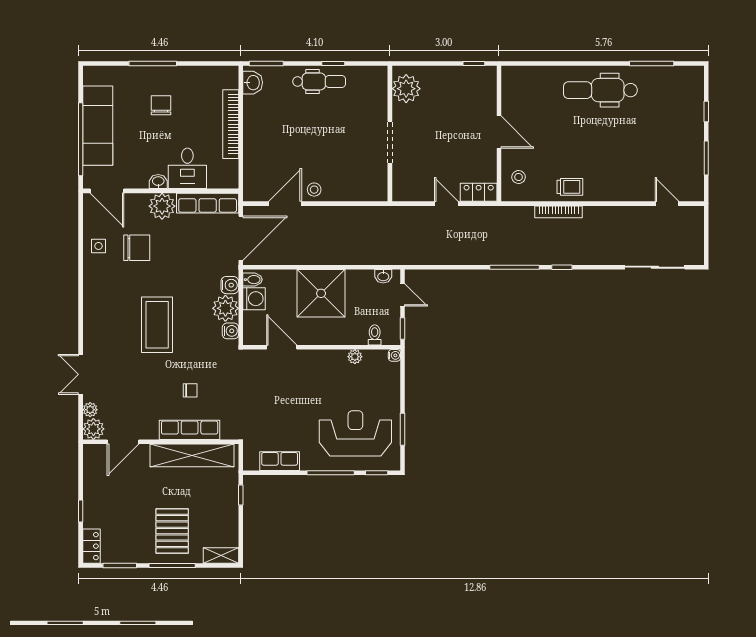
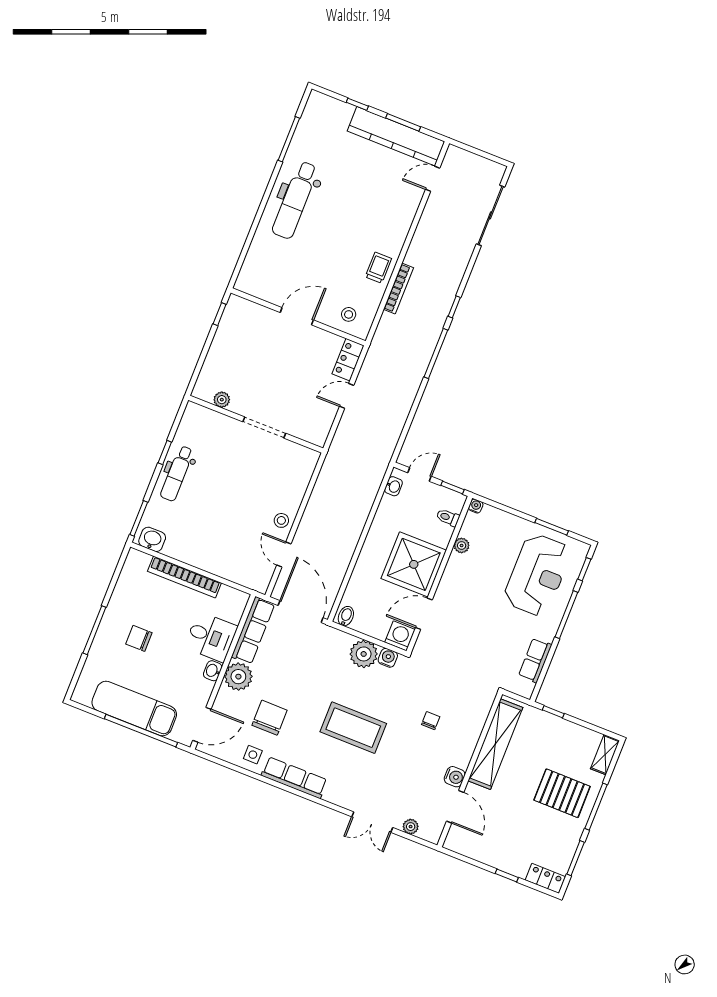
dental chair: (319, 81) -> (177, 473), turned 180
plant: (406, 89) -> (222, 400), width x0.53, depth x0.53
kitchen counter: (692, 157) -> (396, 136), added
door: (285, 204) -> (284, 554), width x0.73
water cooler: (230, 285) -> (455, 777), moved, turned 90
shower: (321, 293) -> (414, 564), moved
washing machine: (254, 299) -> (400, 636), moved
plant: (93, 429) -> (431, 831), removed
row of seats: (190, 430) -> (294, 778), moved, turned 90
reception desk: (355, 433) -> (537, 575), turned 180

